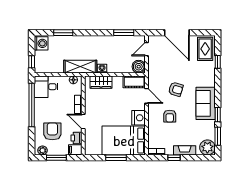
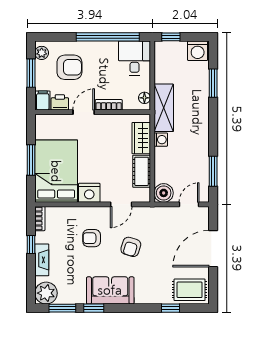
door: (146, 49) -> (189, 204), hinge flipped
cot: (134, 82) -> (142, 171), moved

